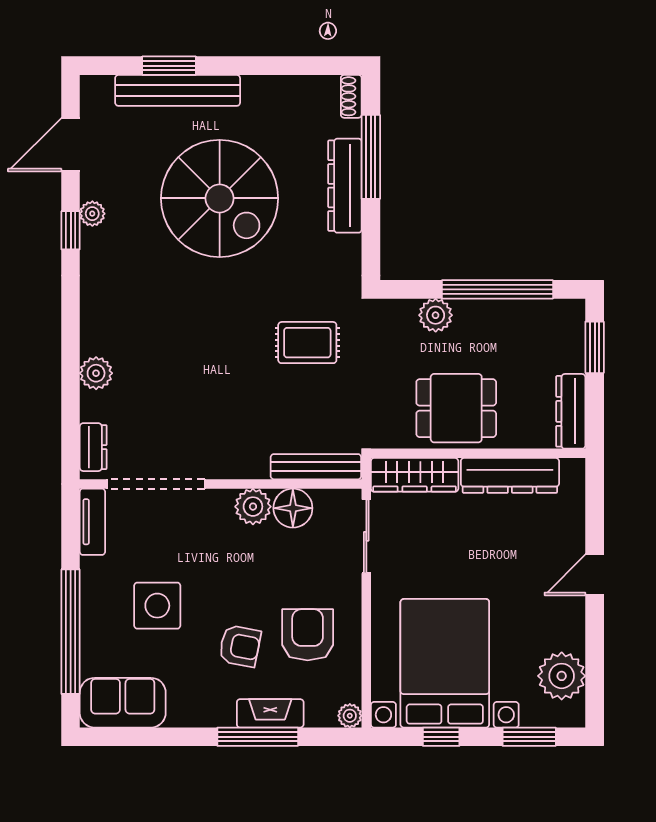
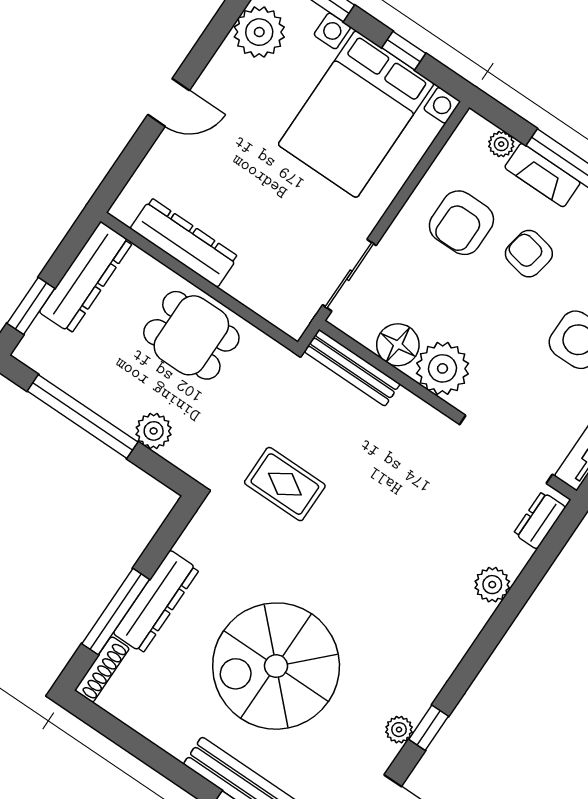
shoe rack: (351, 96) -> (102, 669), width x1.43
spiral stairs: (220, 198) -> (276, 666), turned -90
dresser: (571, 411) -> (86, 277), width x1.37, depth x1.24
wardrobe: (415, 475) -> (269, 301), removed
plant: (253, 507) -> (442, 368), width x1.36, depth x1.36
plant: (350, 716) -> (501, 144), moved

